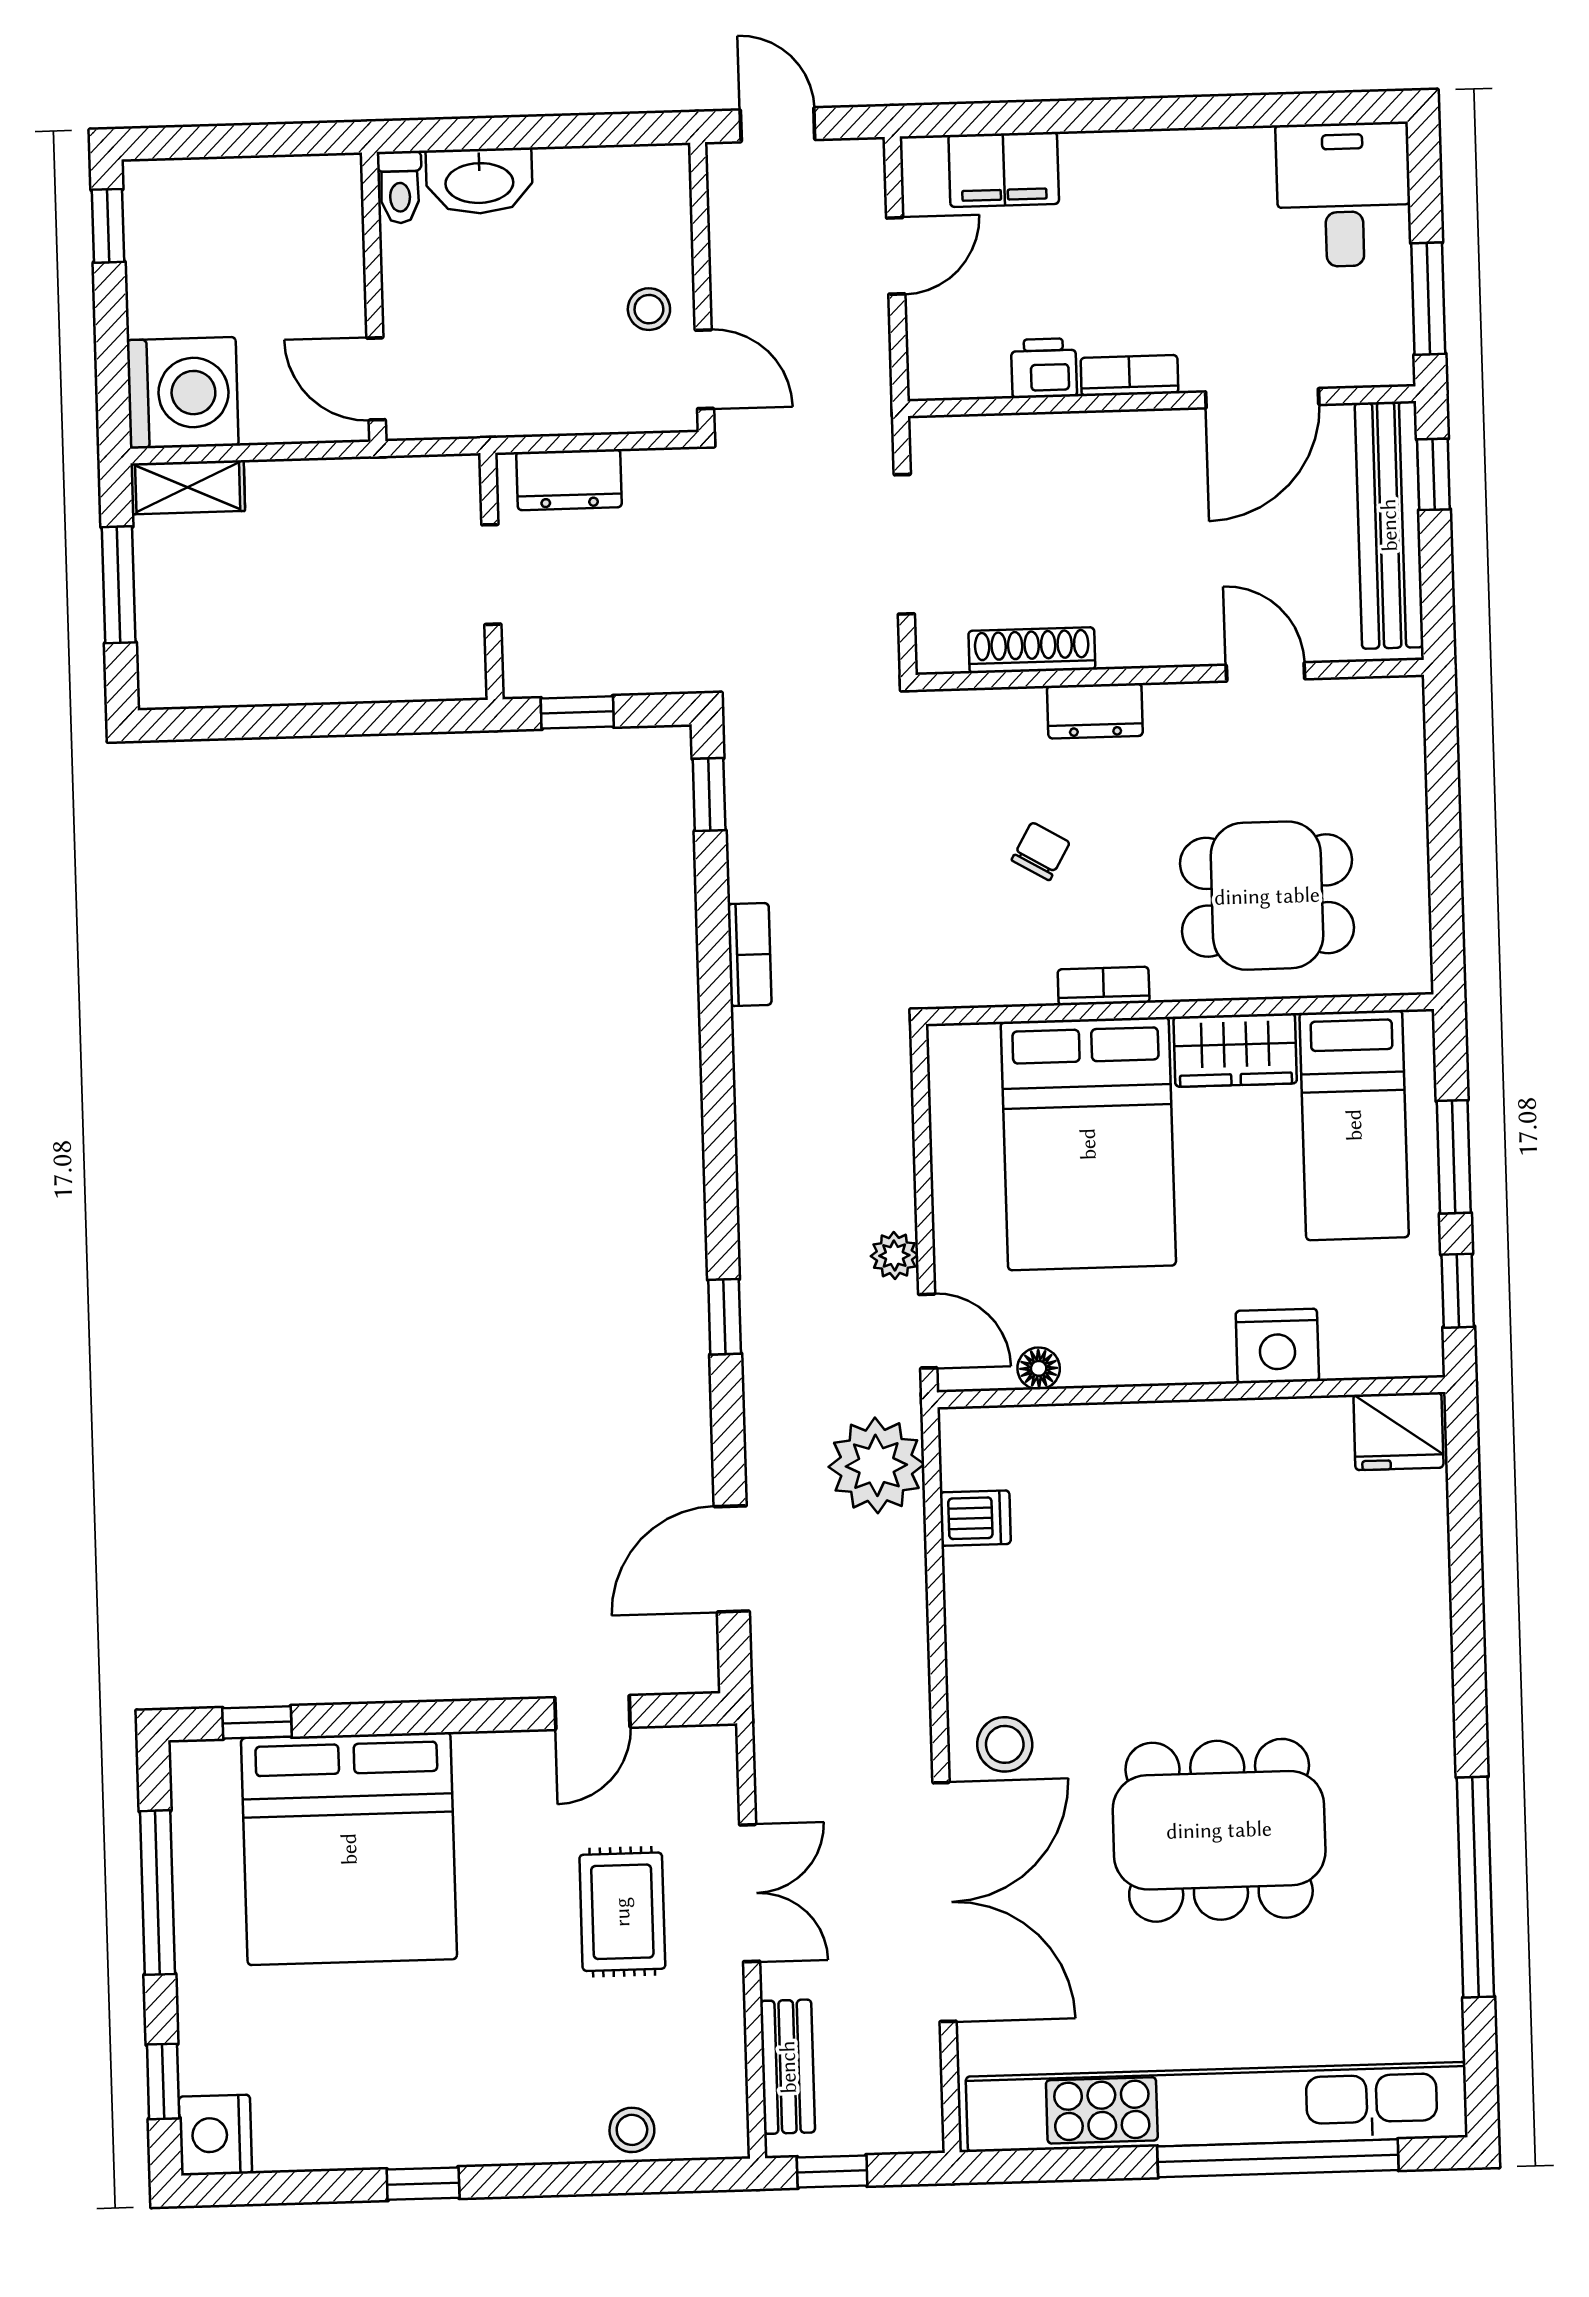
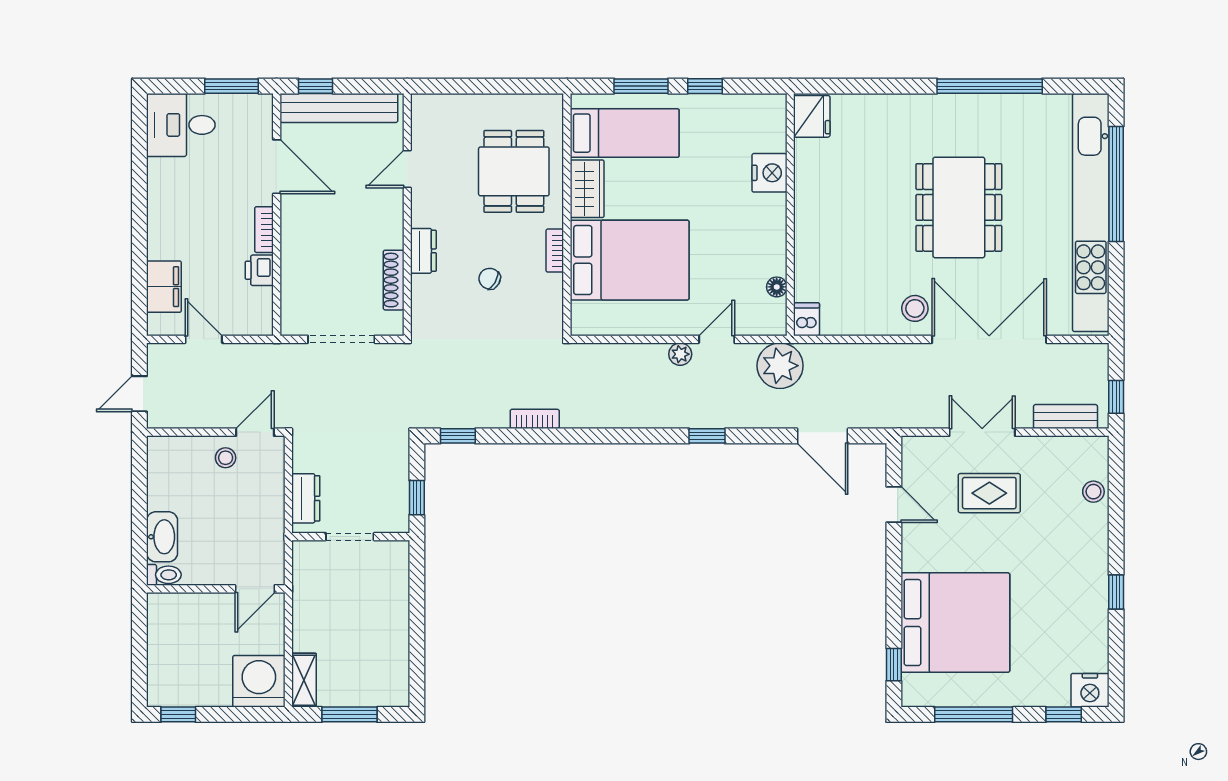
nightstand: (1277, 1346) -> (769, 173), moved
floor lamp: (1039, 1368) -> (777, 287), moved
wall: (1191, 1392) -> (790, 215), moved
fridge: (1398, 1431) -> (812, 116), moved

